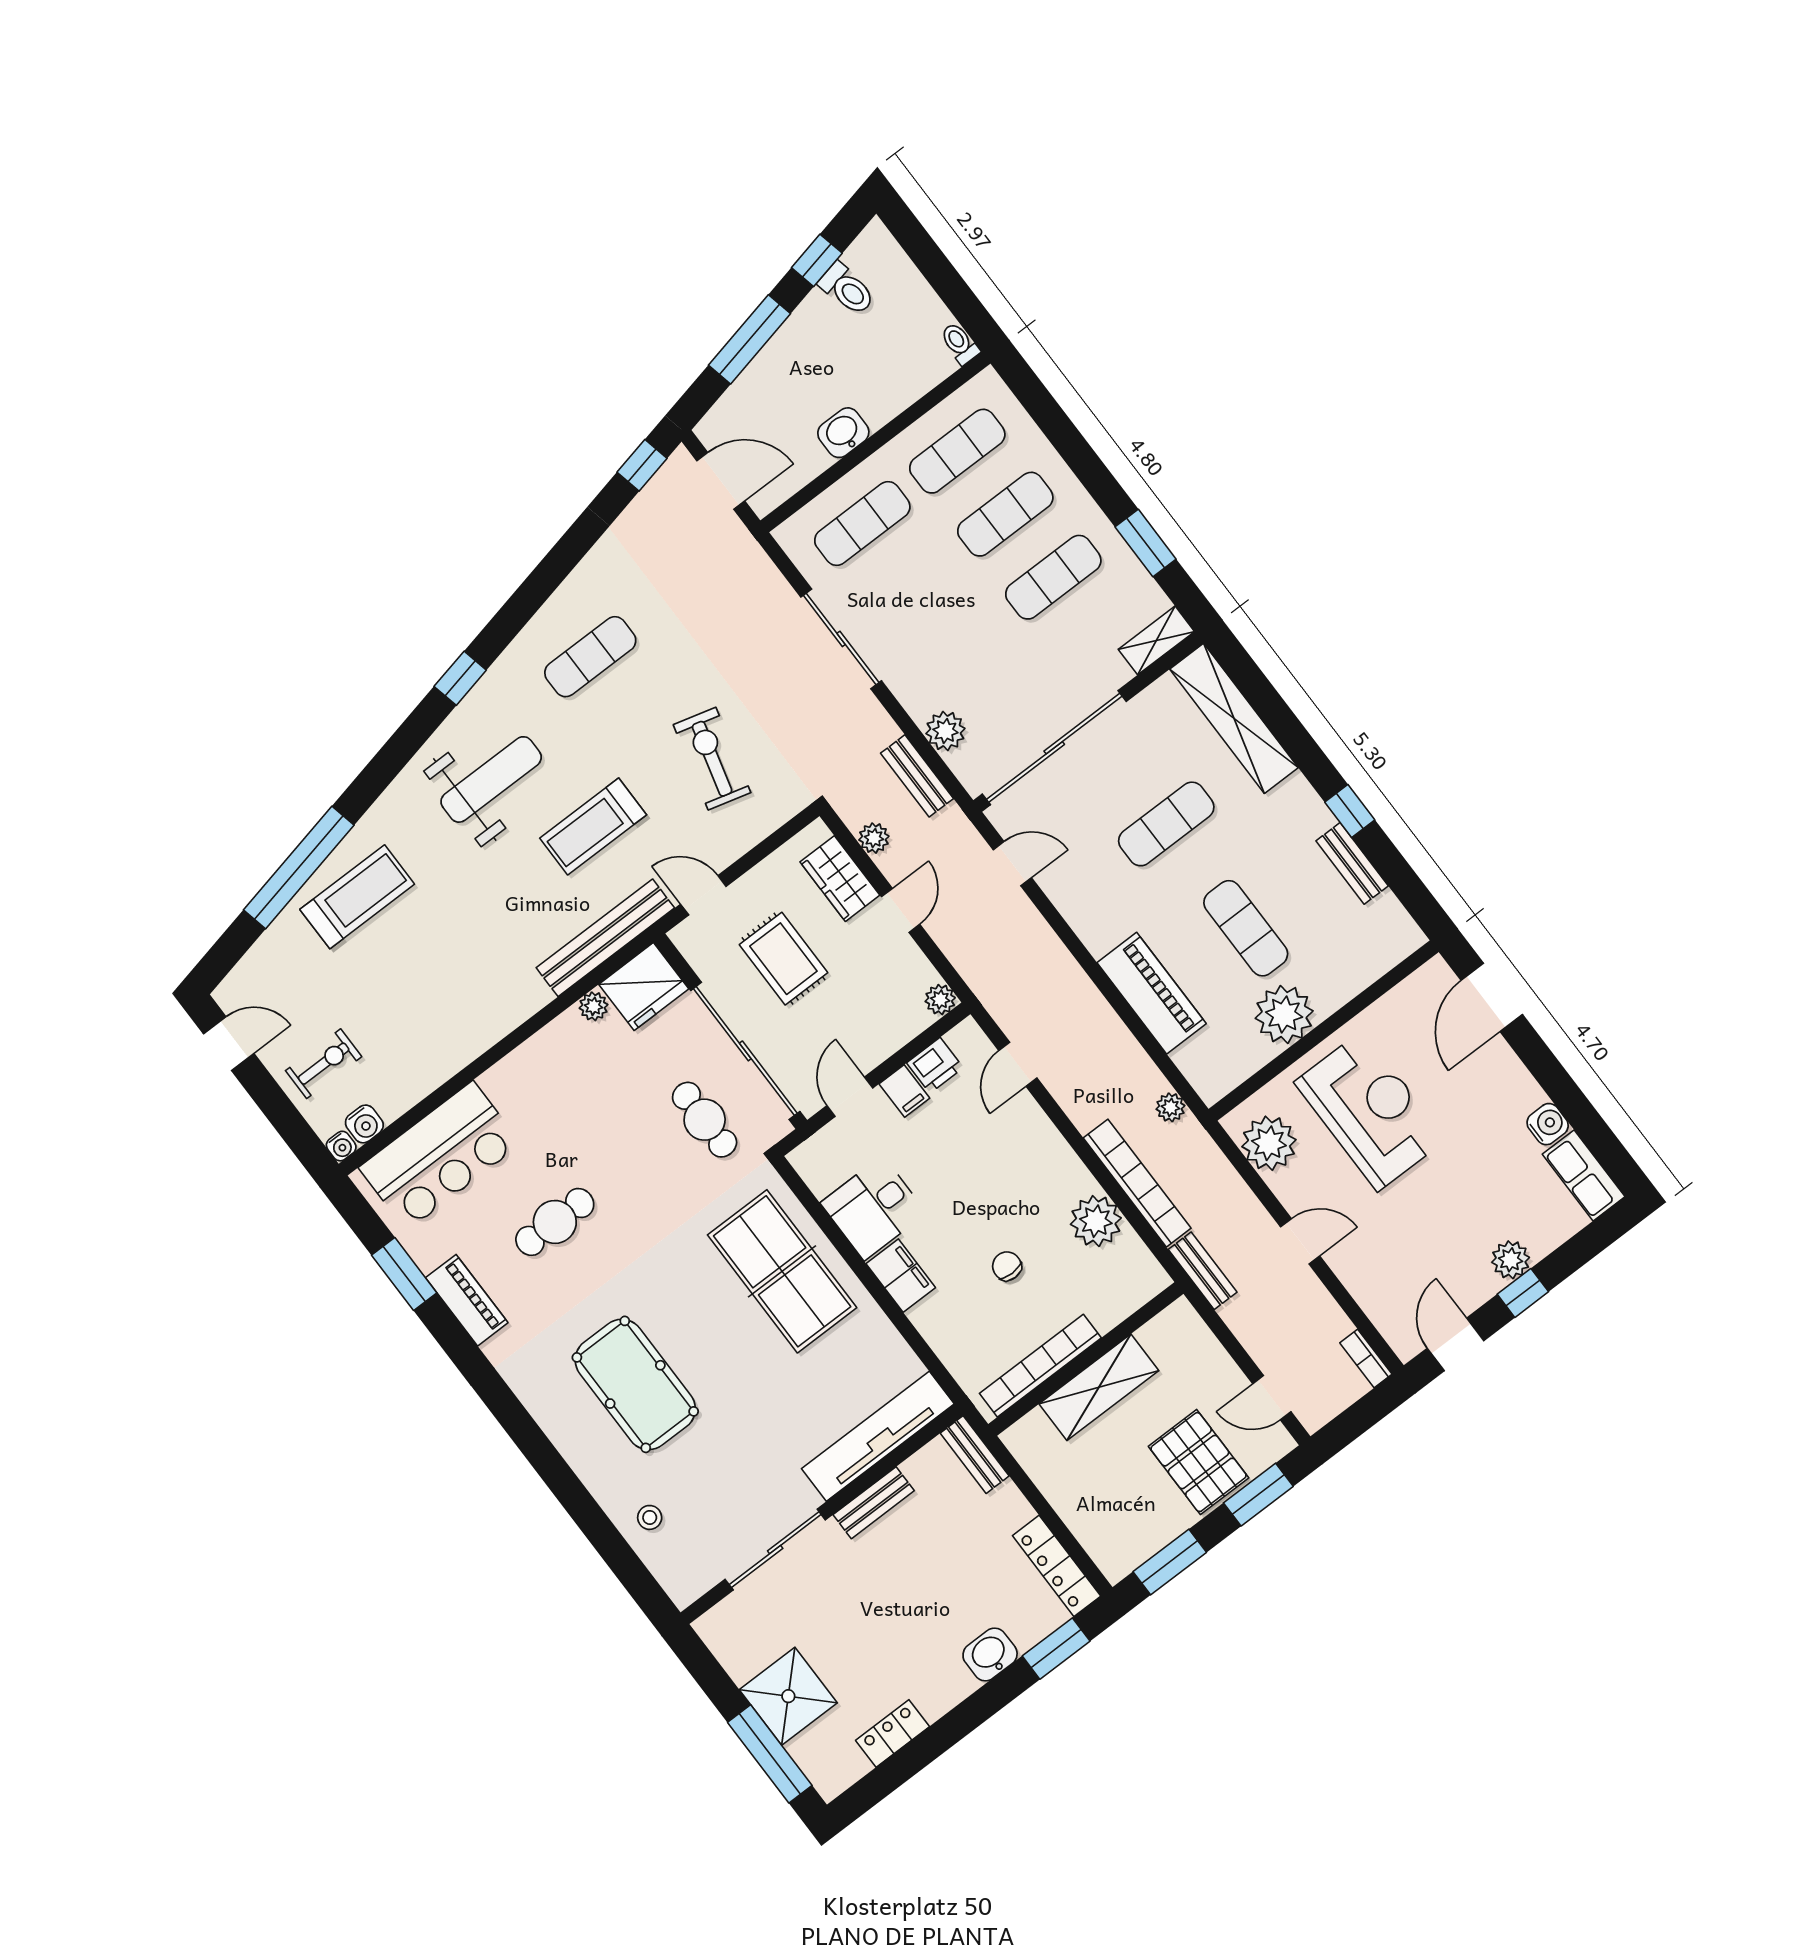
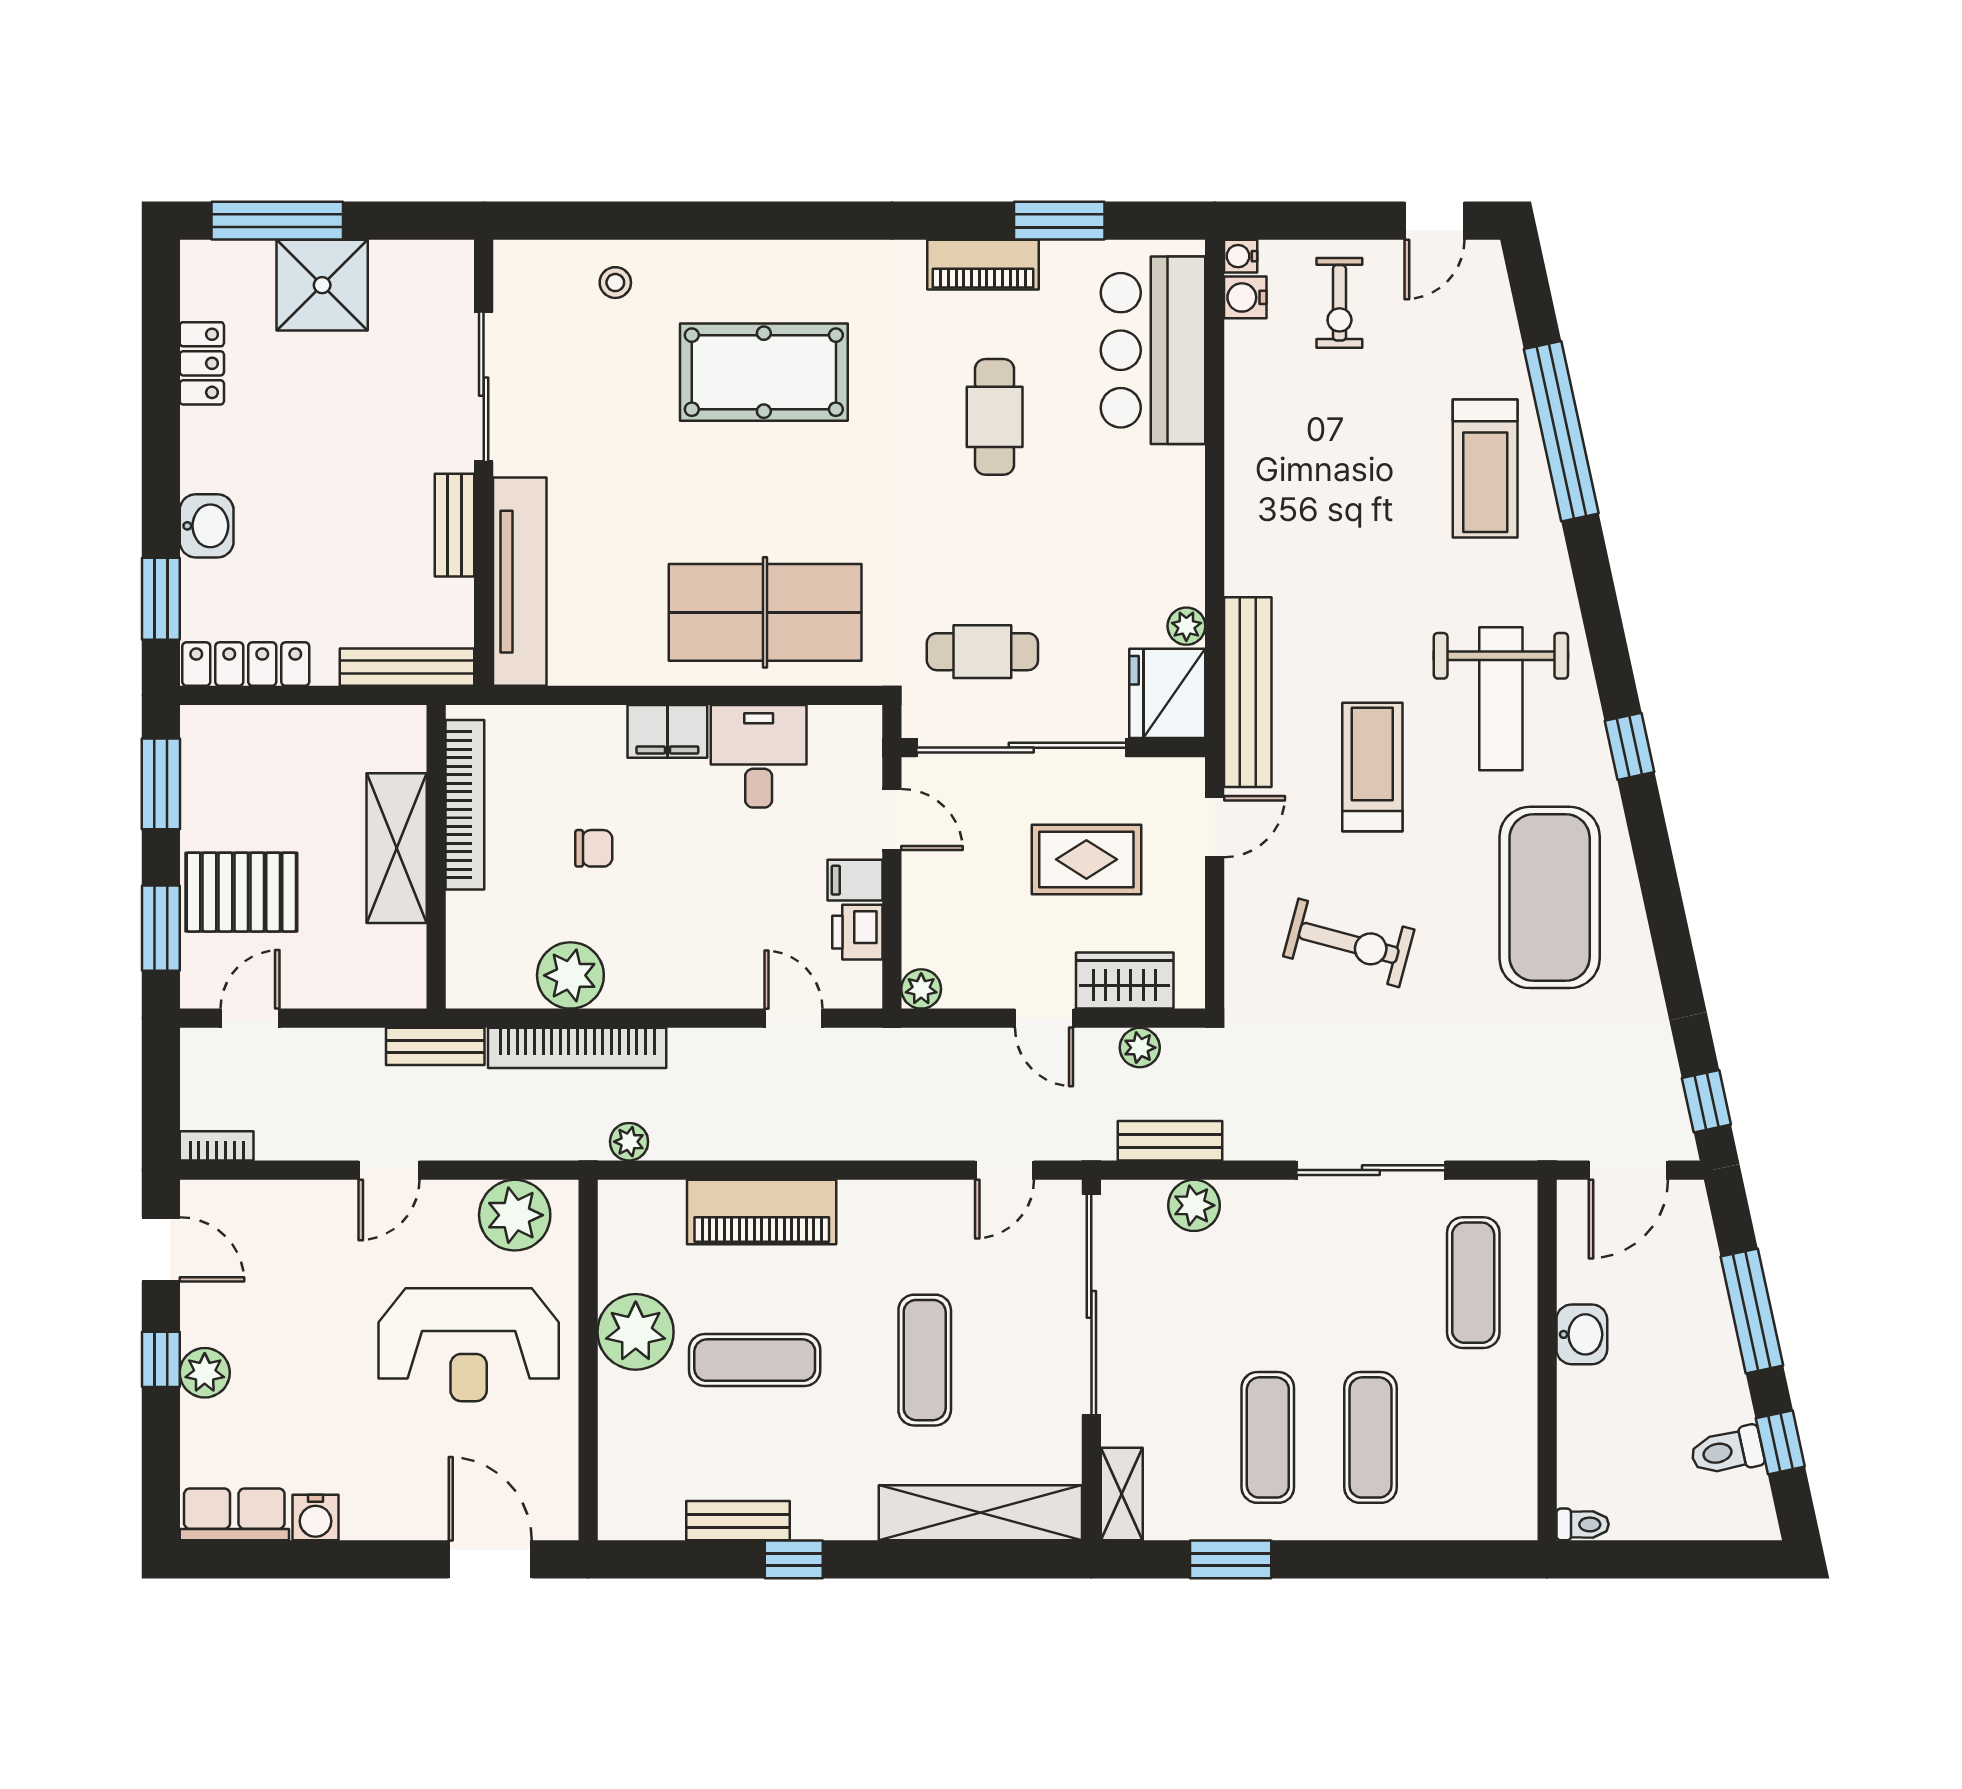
exercise mat: (957, 451) -> (1473, 1437), removed
exercise mat: (590, 657) -> (1550, 897), width x2.00, depth x1.45
bench: (975, 1455) -> (407, 667), width x1.36

